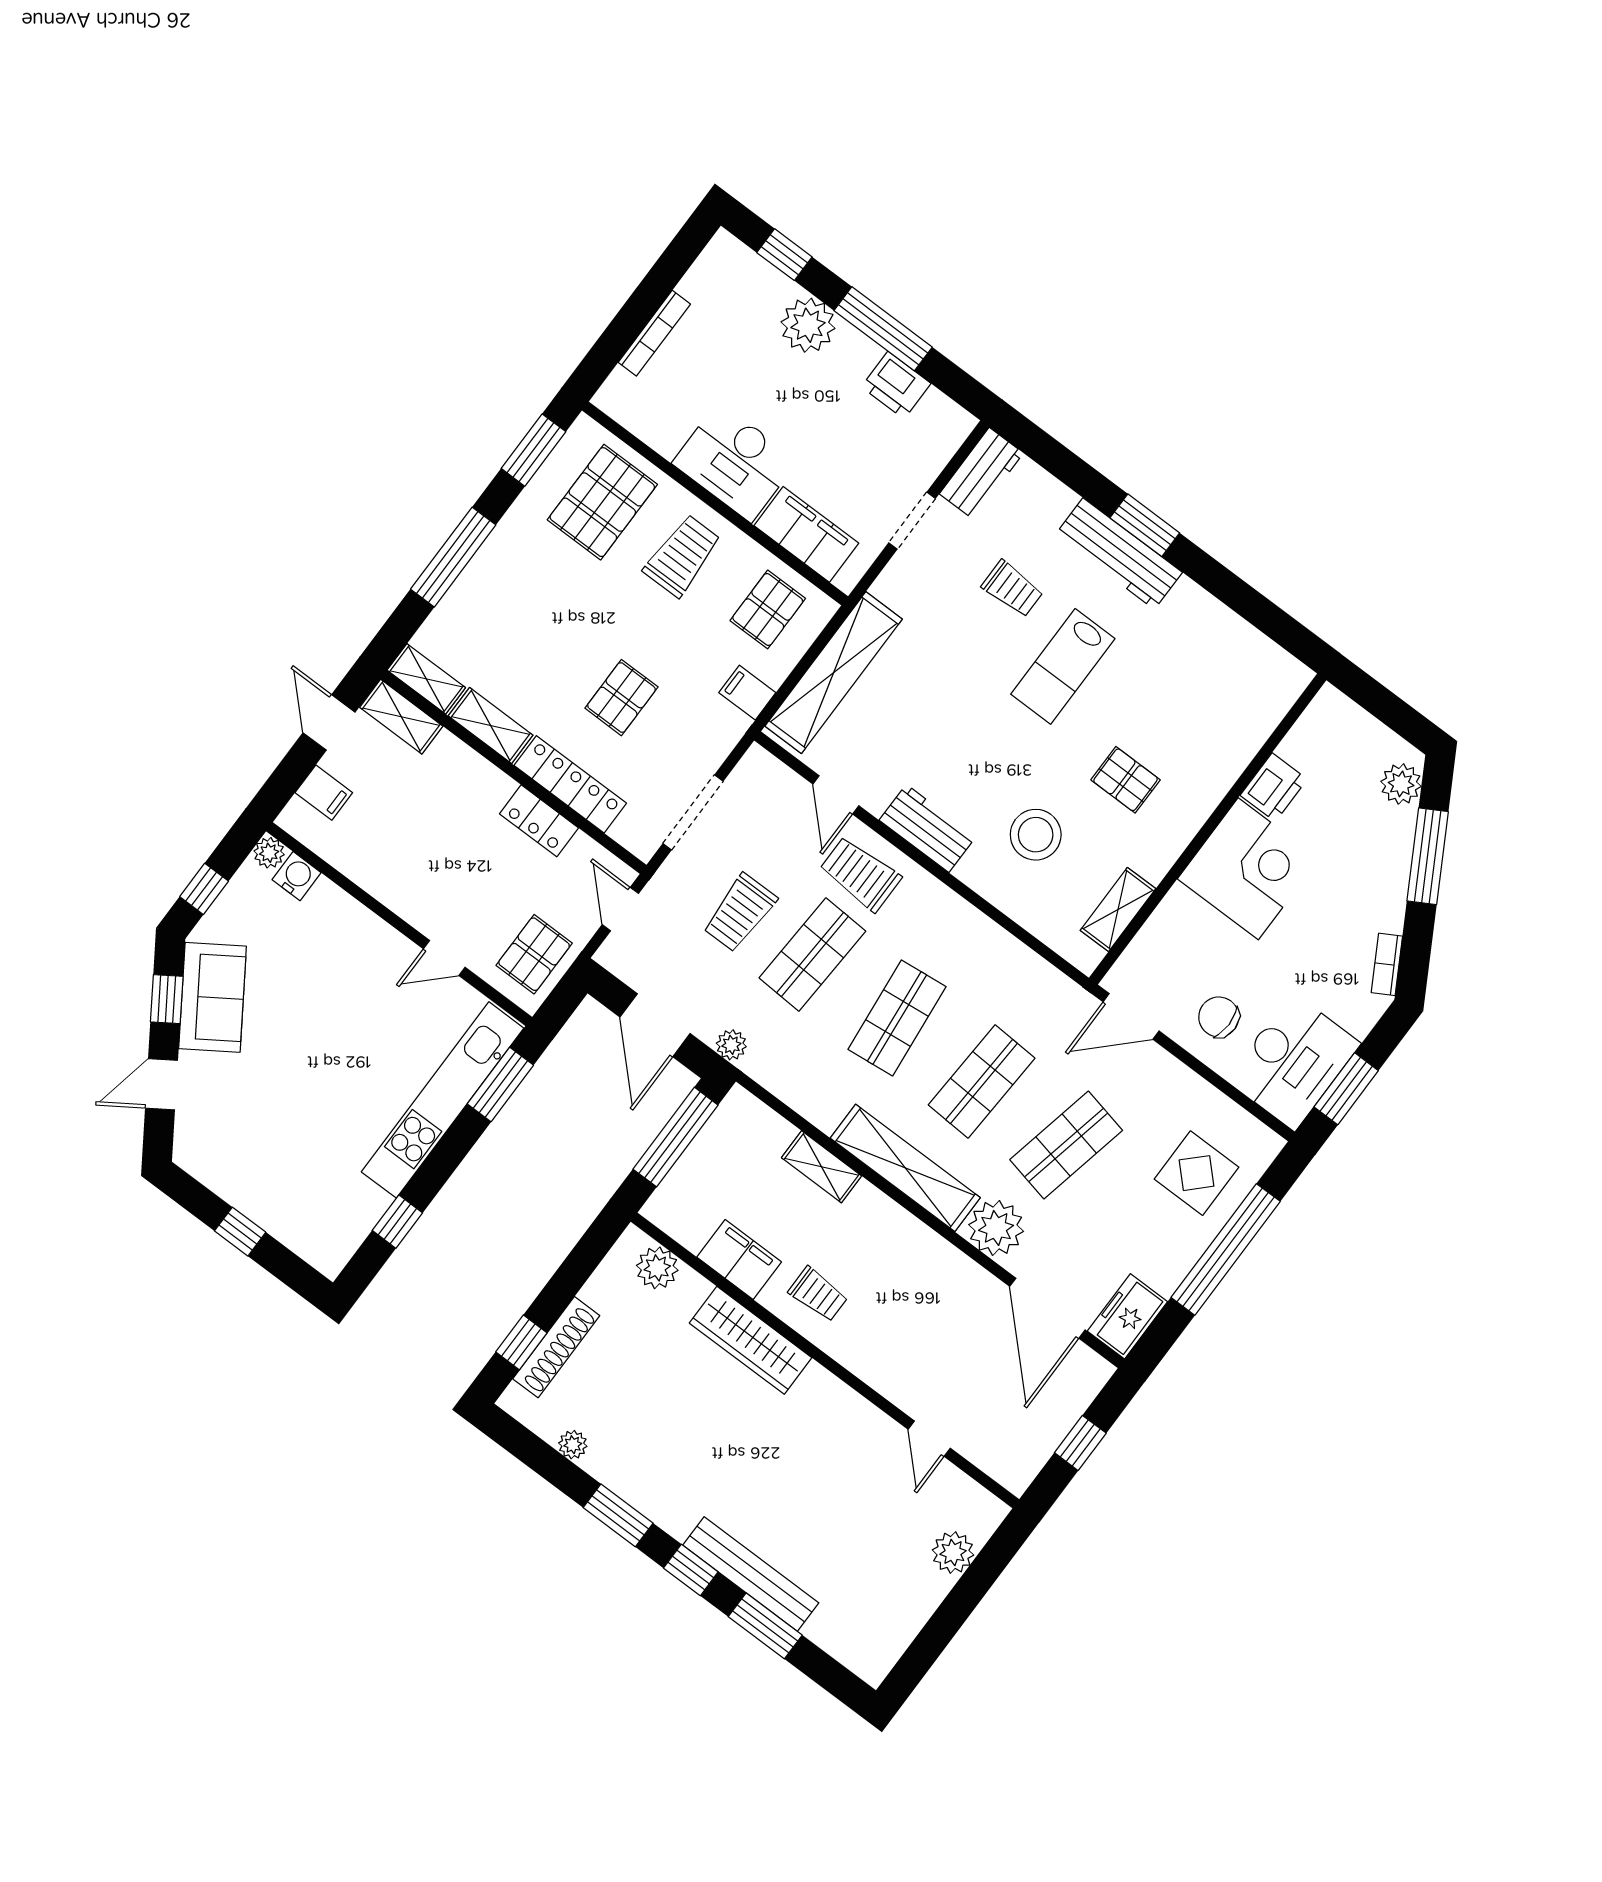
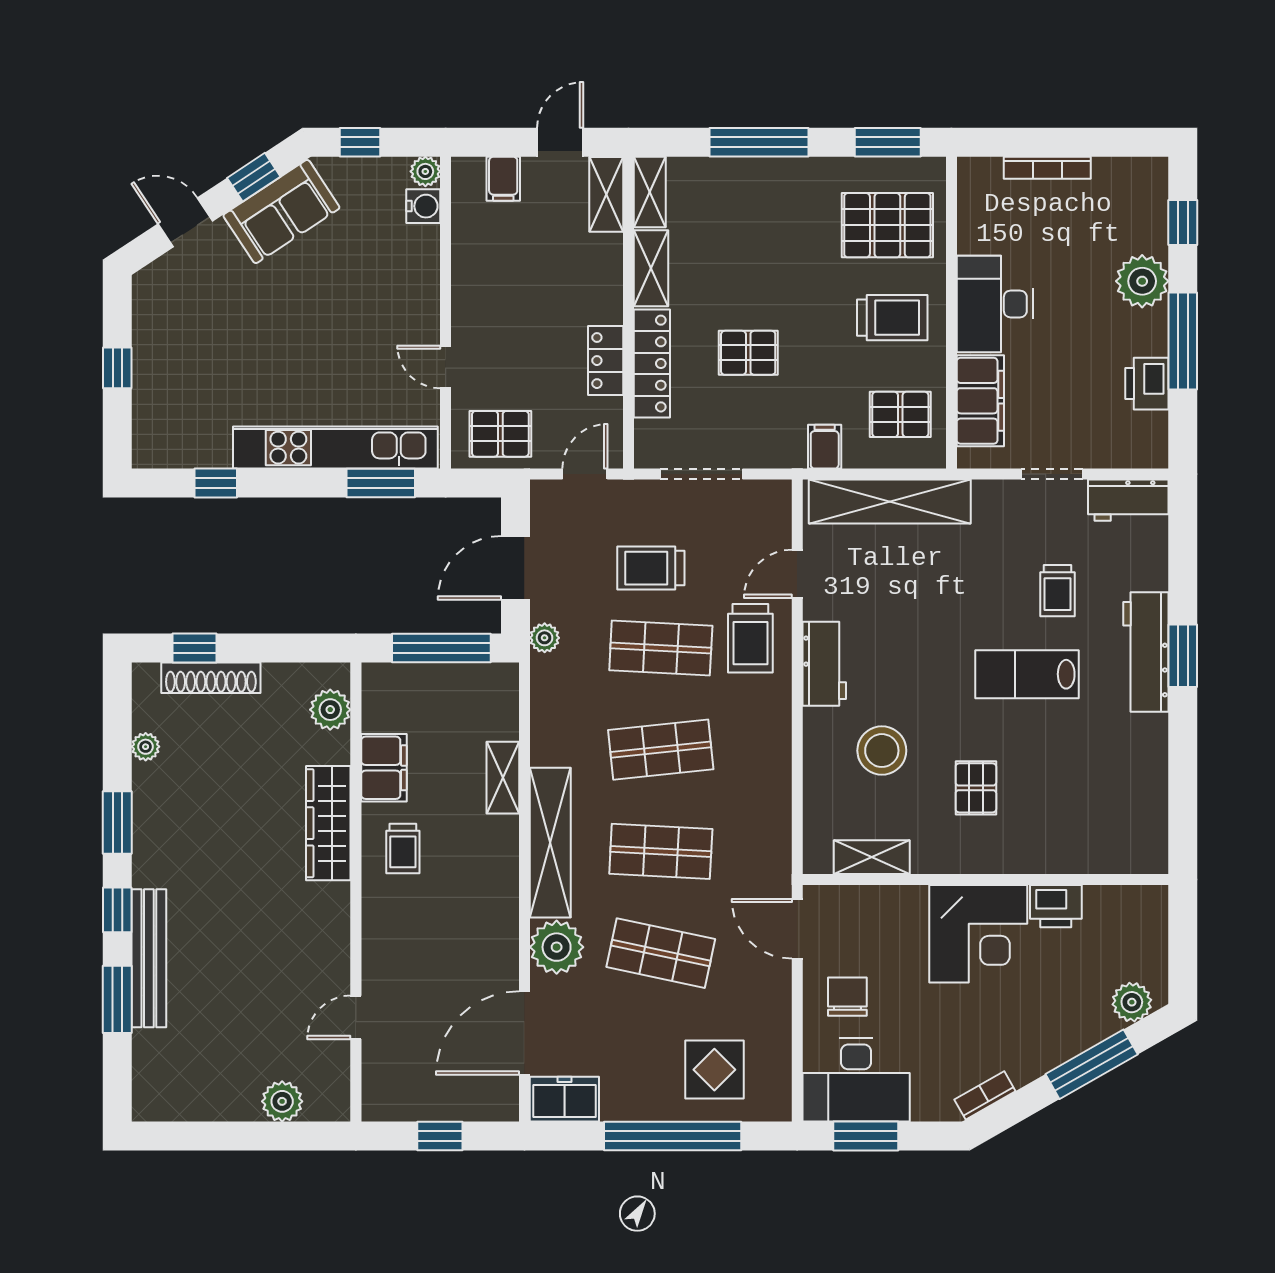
trolley: (860, 874) -> (750, 638), turned 180

